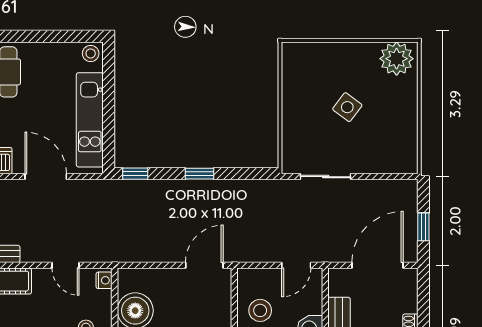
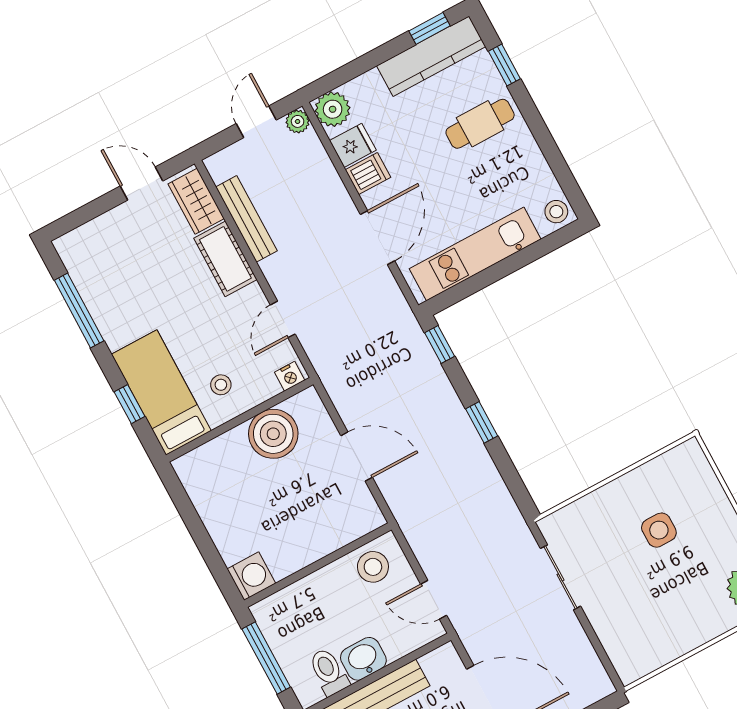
side table: (347, 107) -> (659, 530), moved, turned -37
door: (204, 265) -> (357, 456), moved
stool: (260, 310) -> (373, 567), moved

